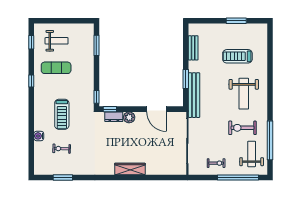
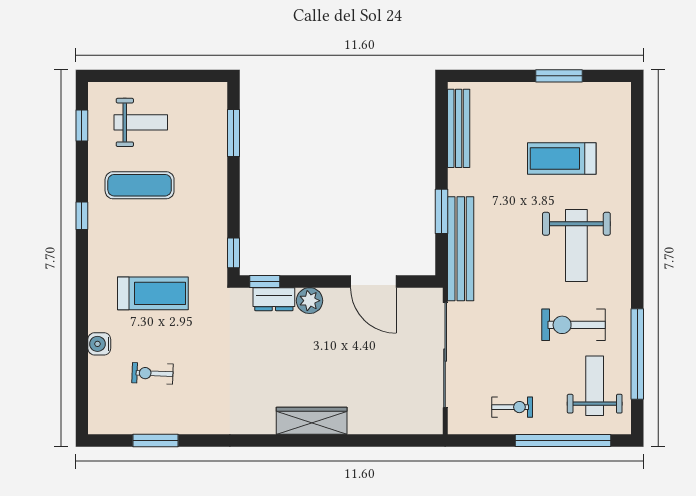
bench: (193, 48) -> (459, 128), width x1.36
treadmill: (62, 114) -> (153, 293), turned -90

